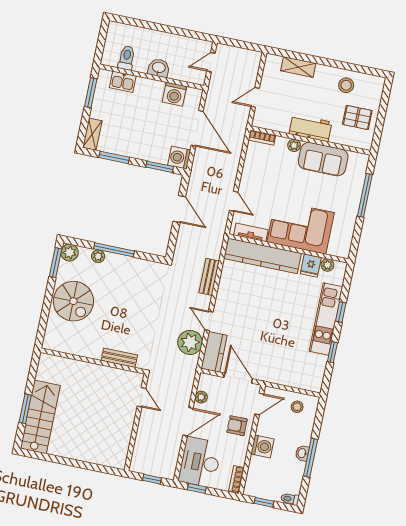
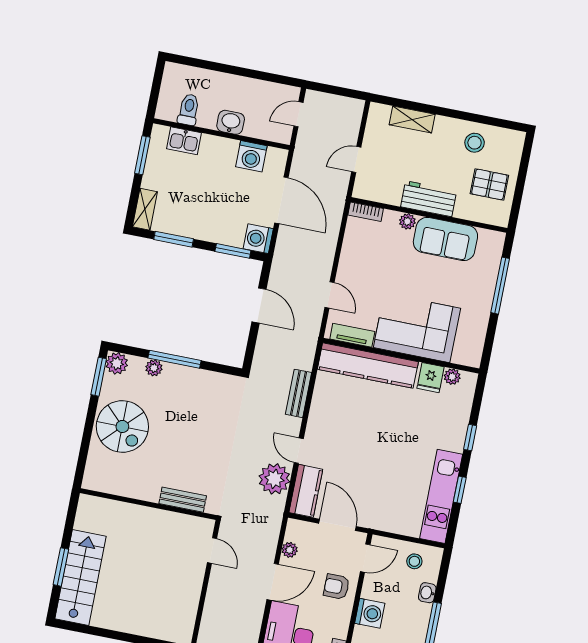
kitchen unit: (326, 319) -> (441, 496), moved
washbasin: (302, 453) -> (427, 593), moved

